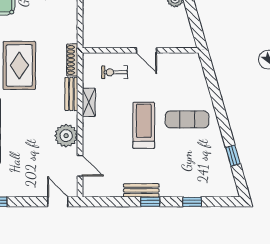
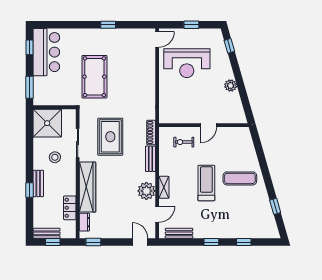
door: (147, 50) -> (209, 125), hinge flipped
shelving: (89, 102) -> (164, 187), moved
door: (80, 166) -> (157, 214), hinge flipped
bench: (141, 190) -> (179, 233), moved

